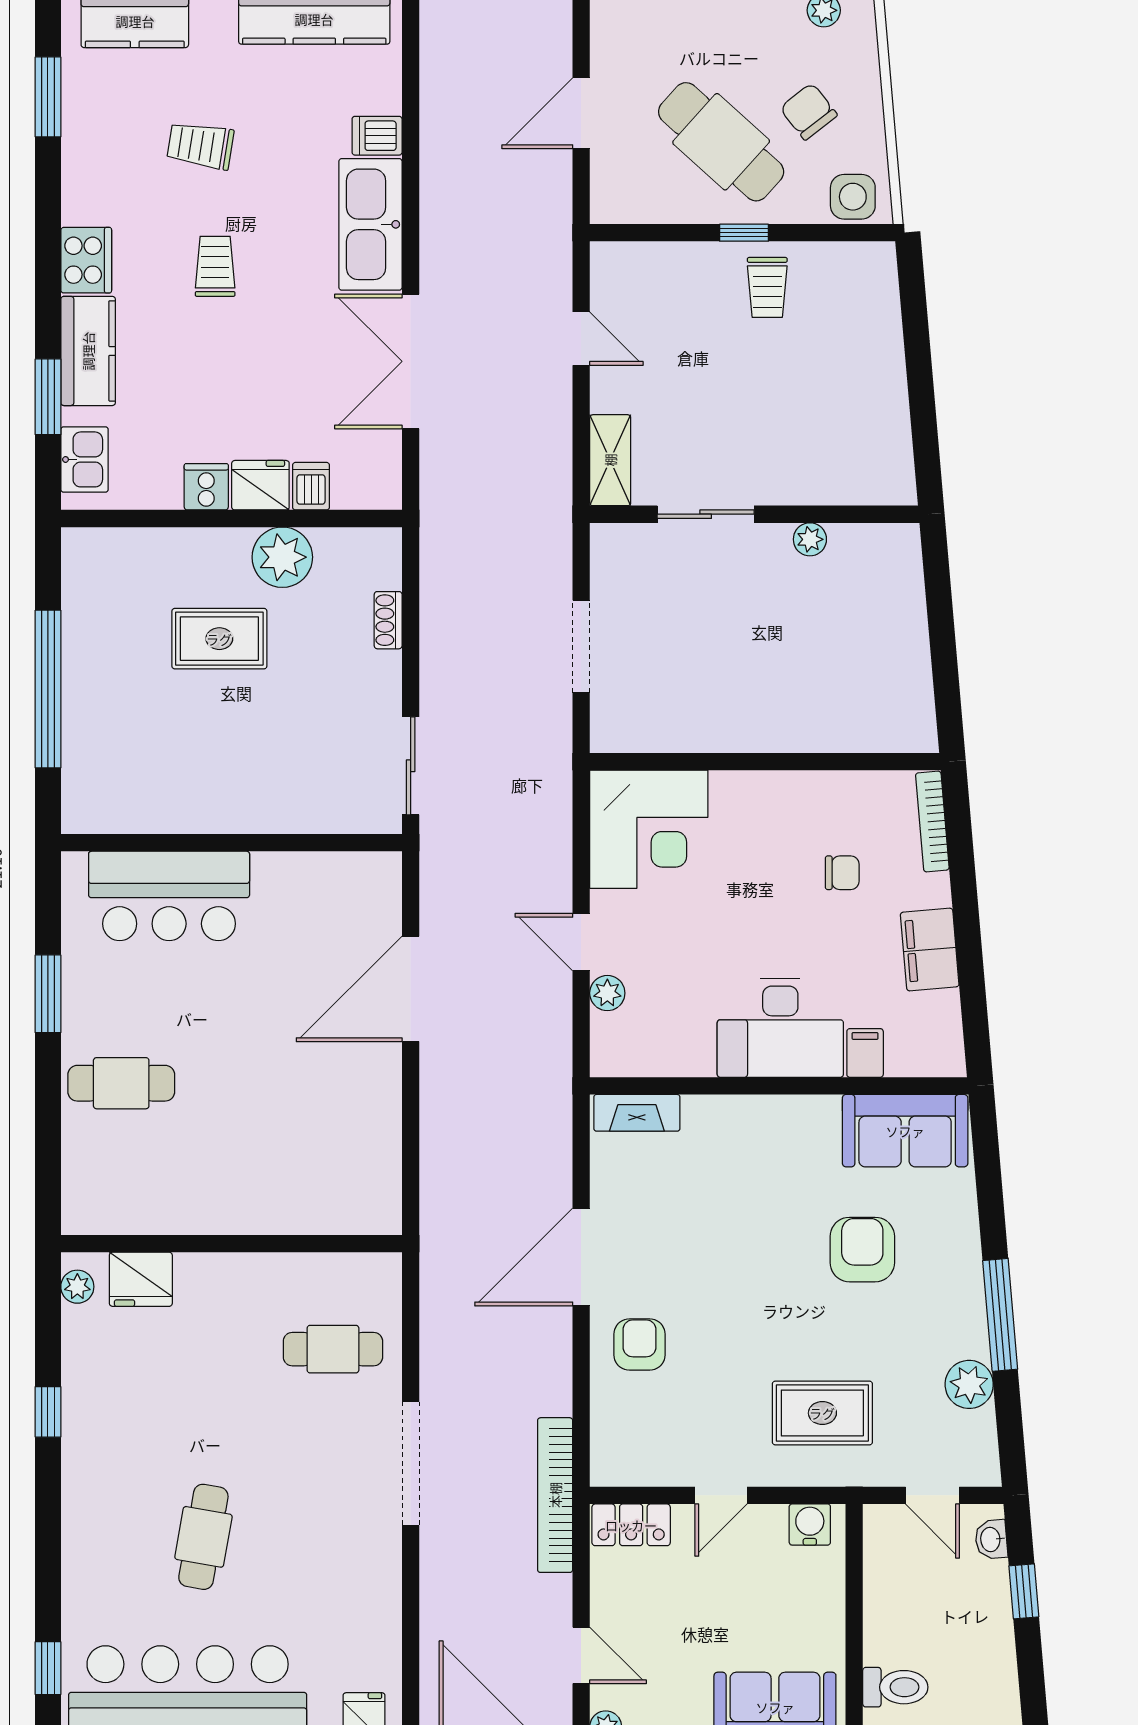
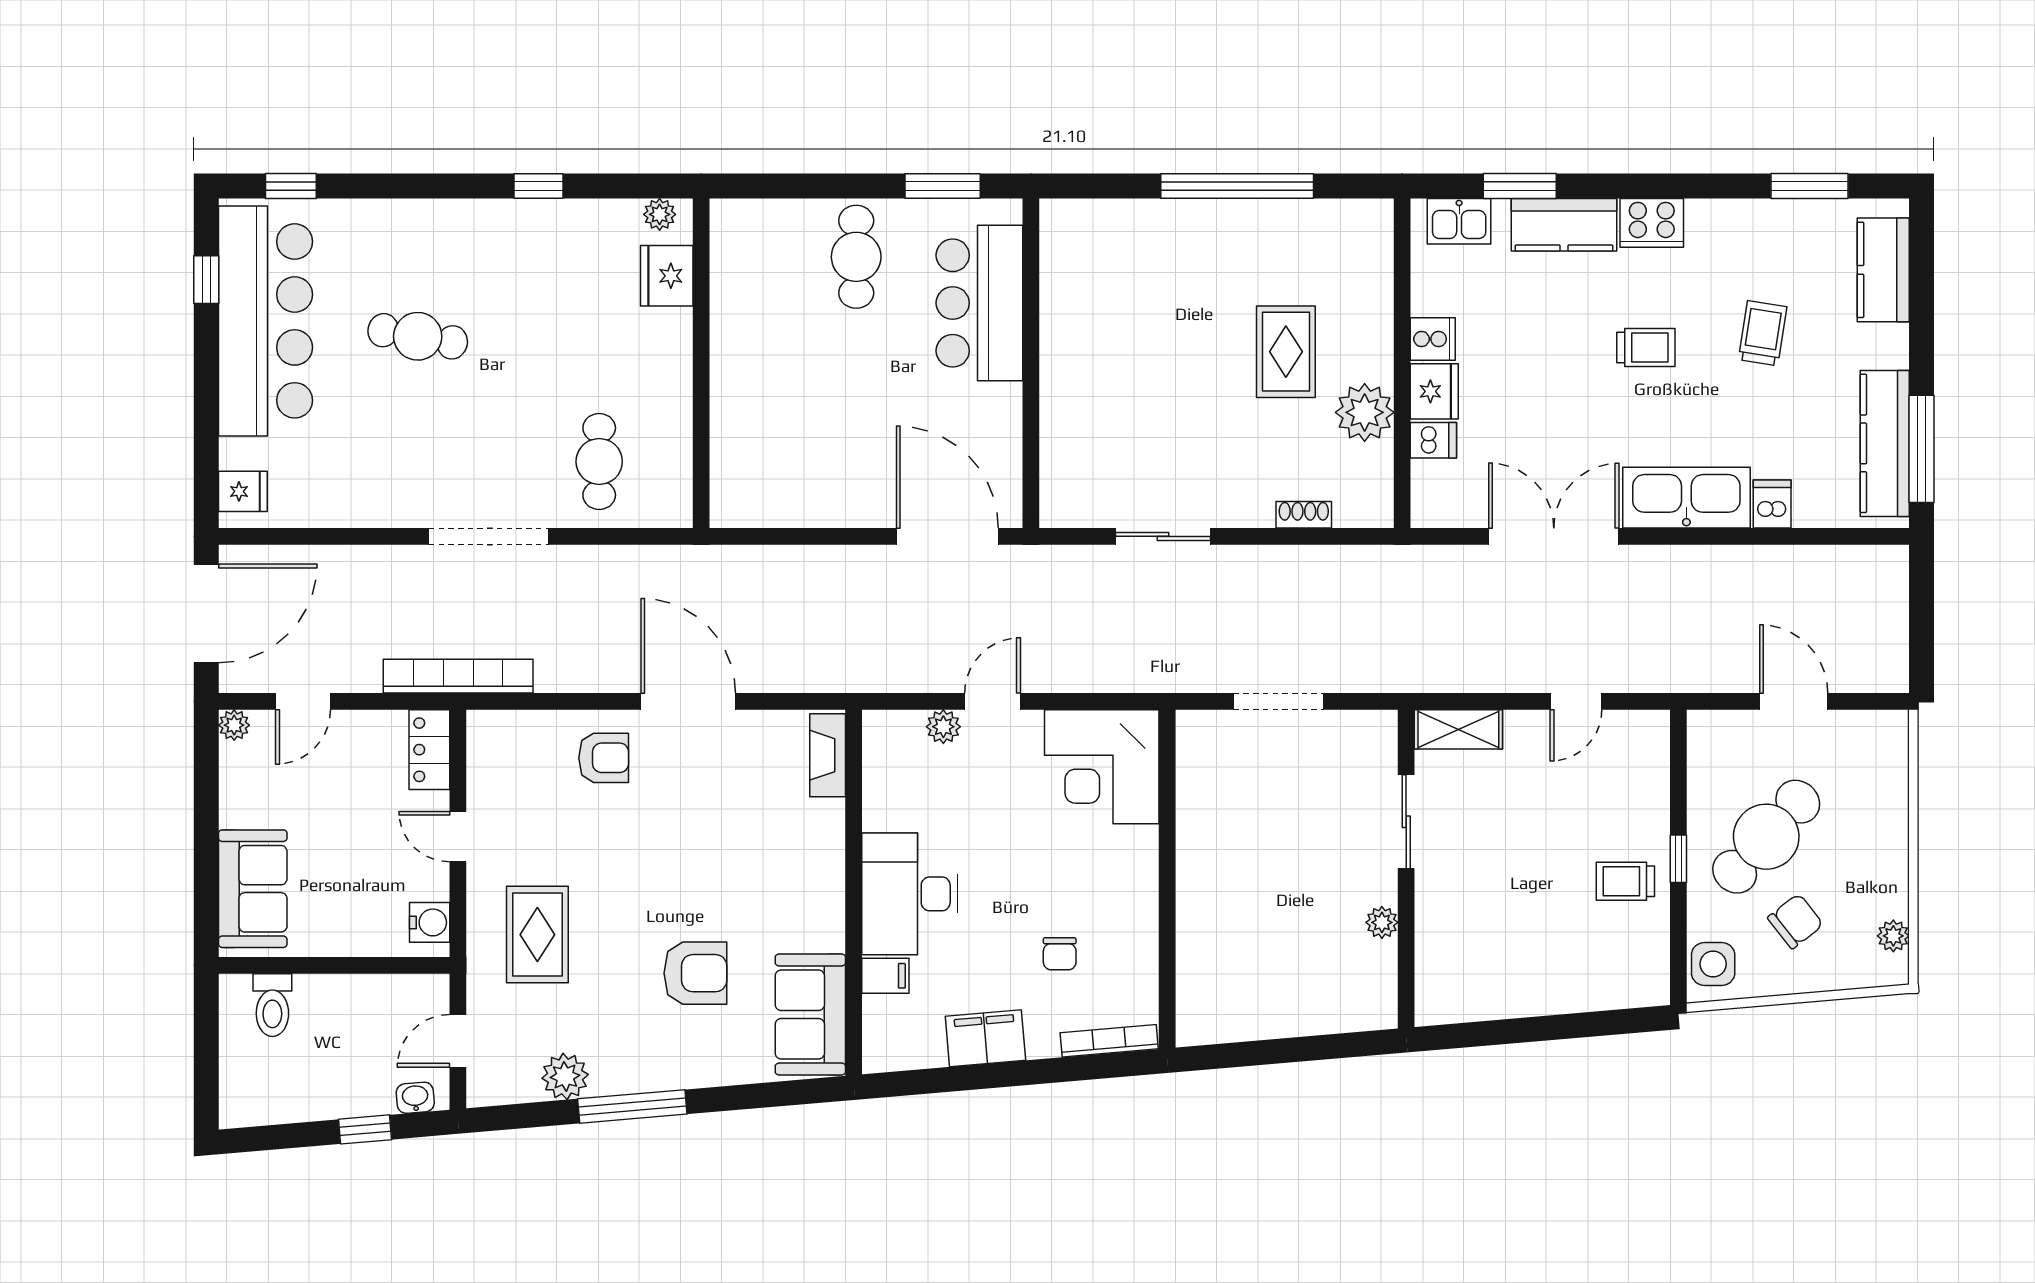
wall: (231, 843) -> (1031, 363), moved
bar counter: (169, 896) -> (979, 303), moved

